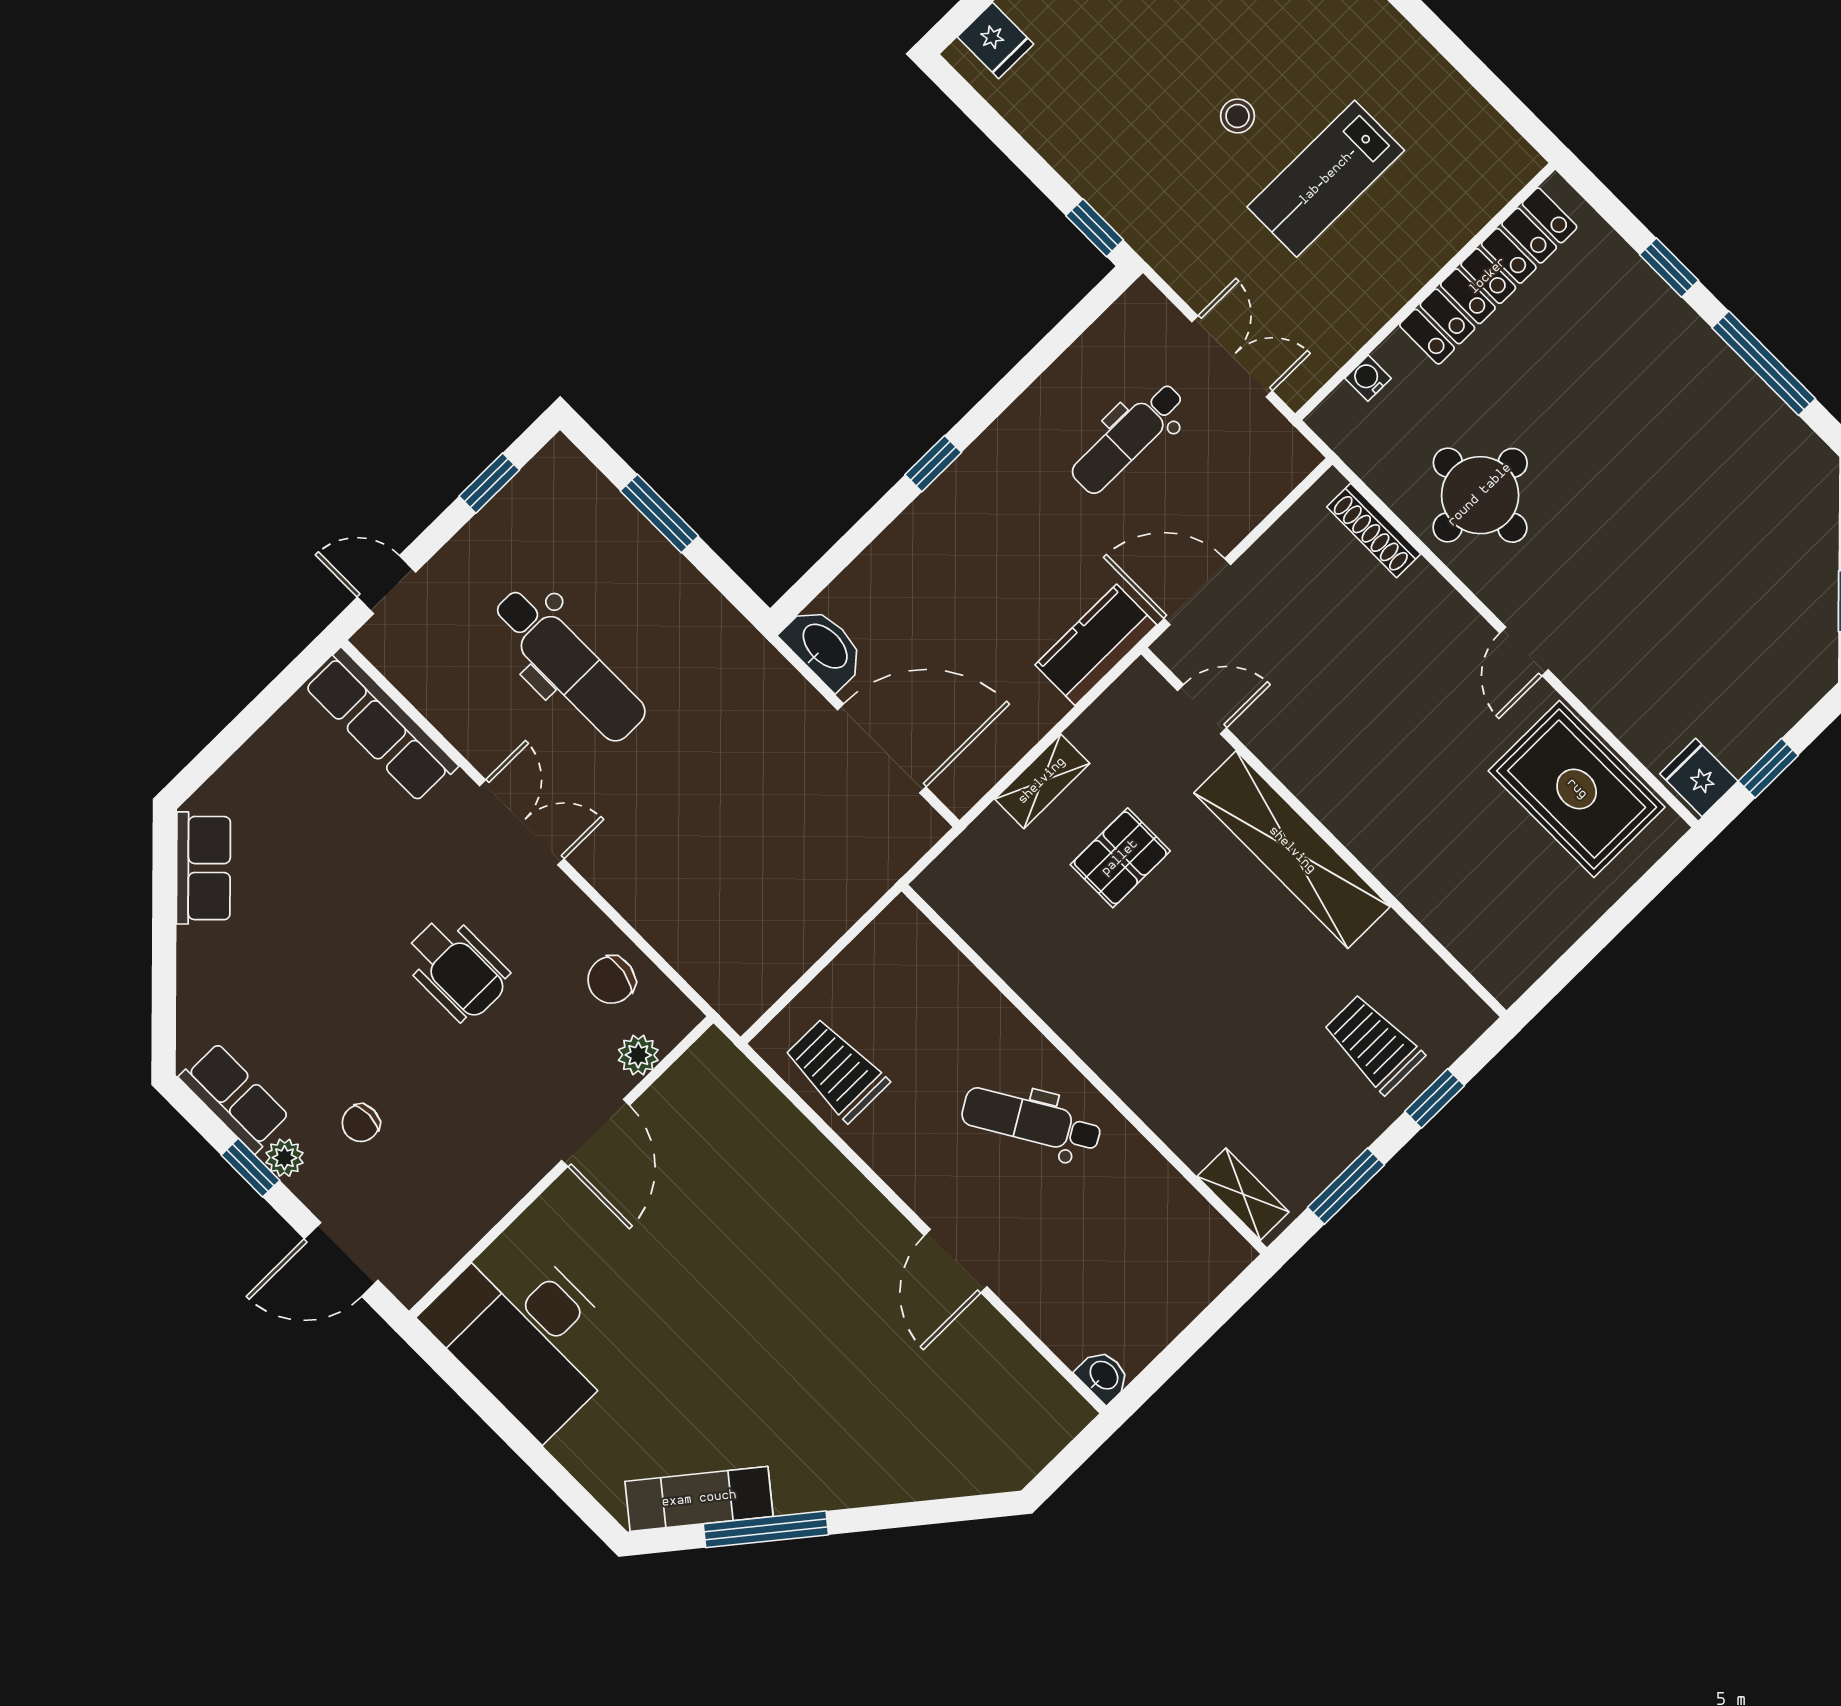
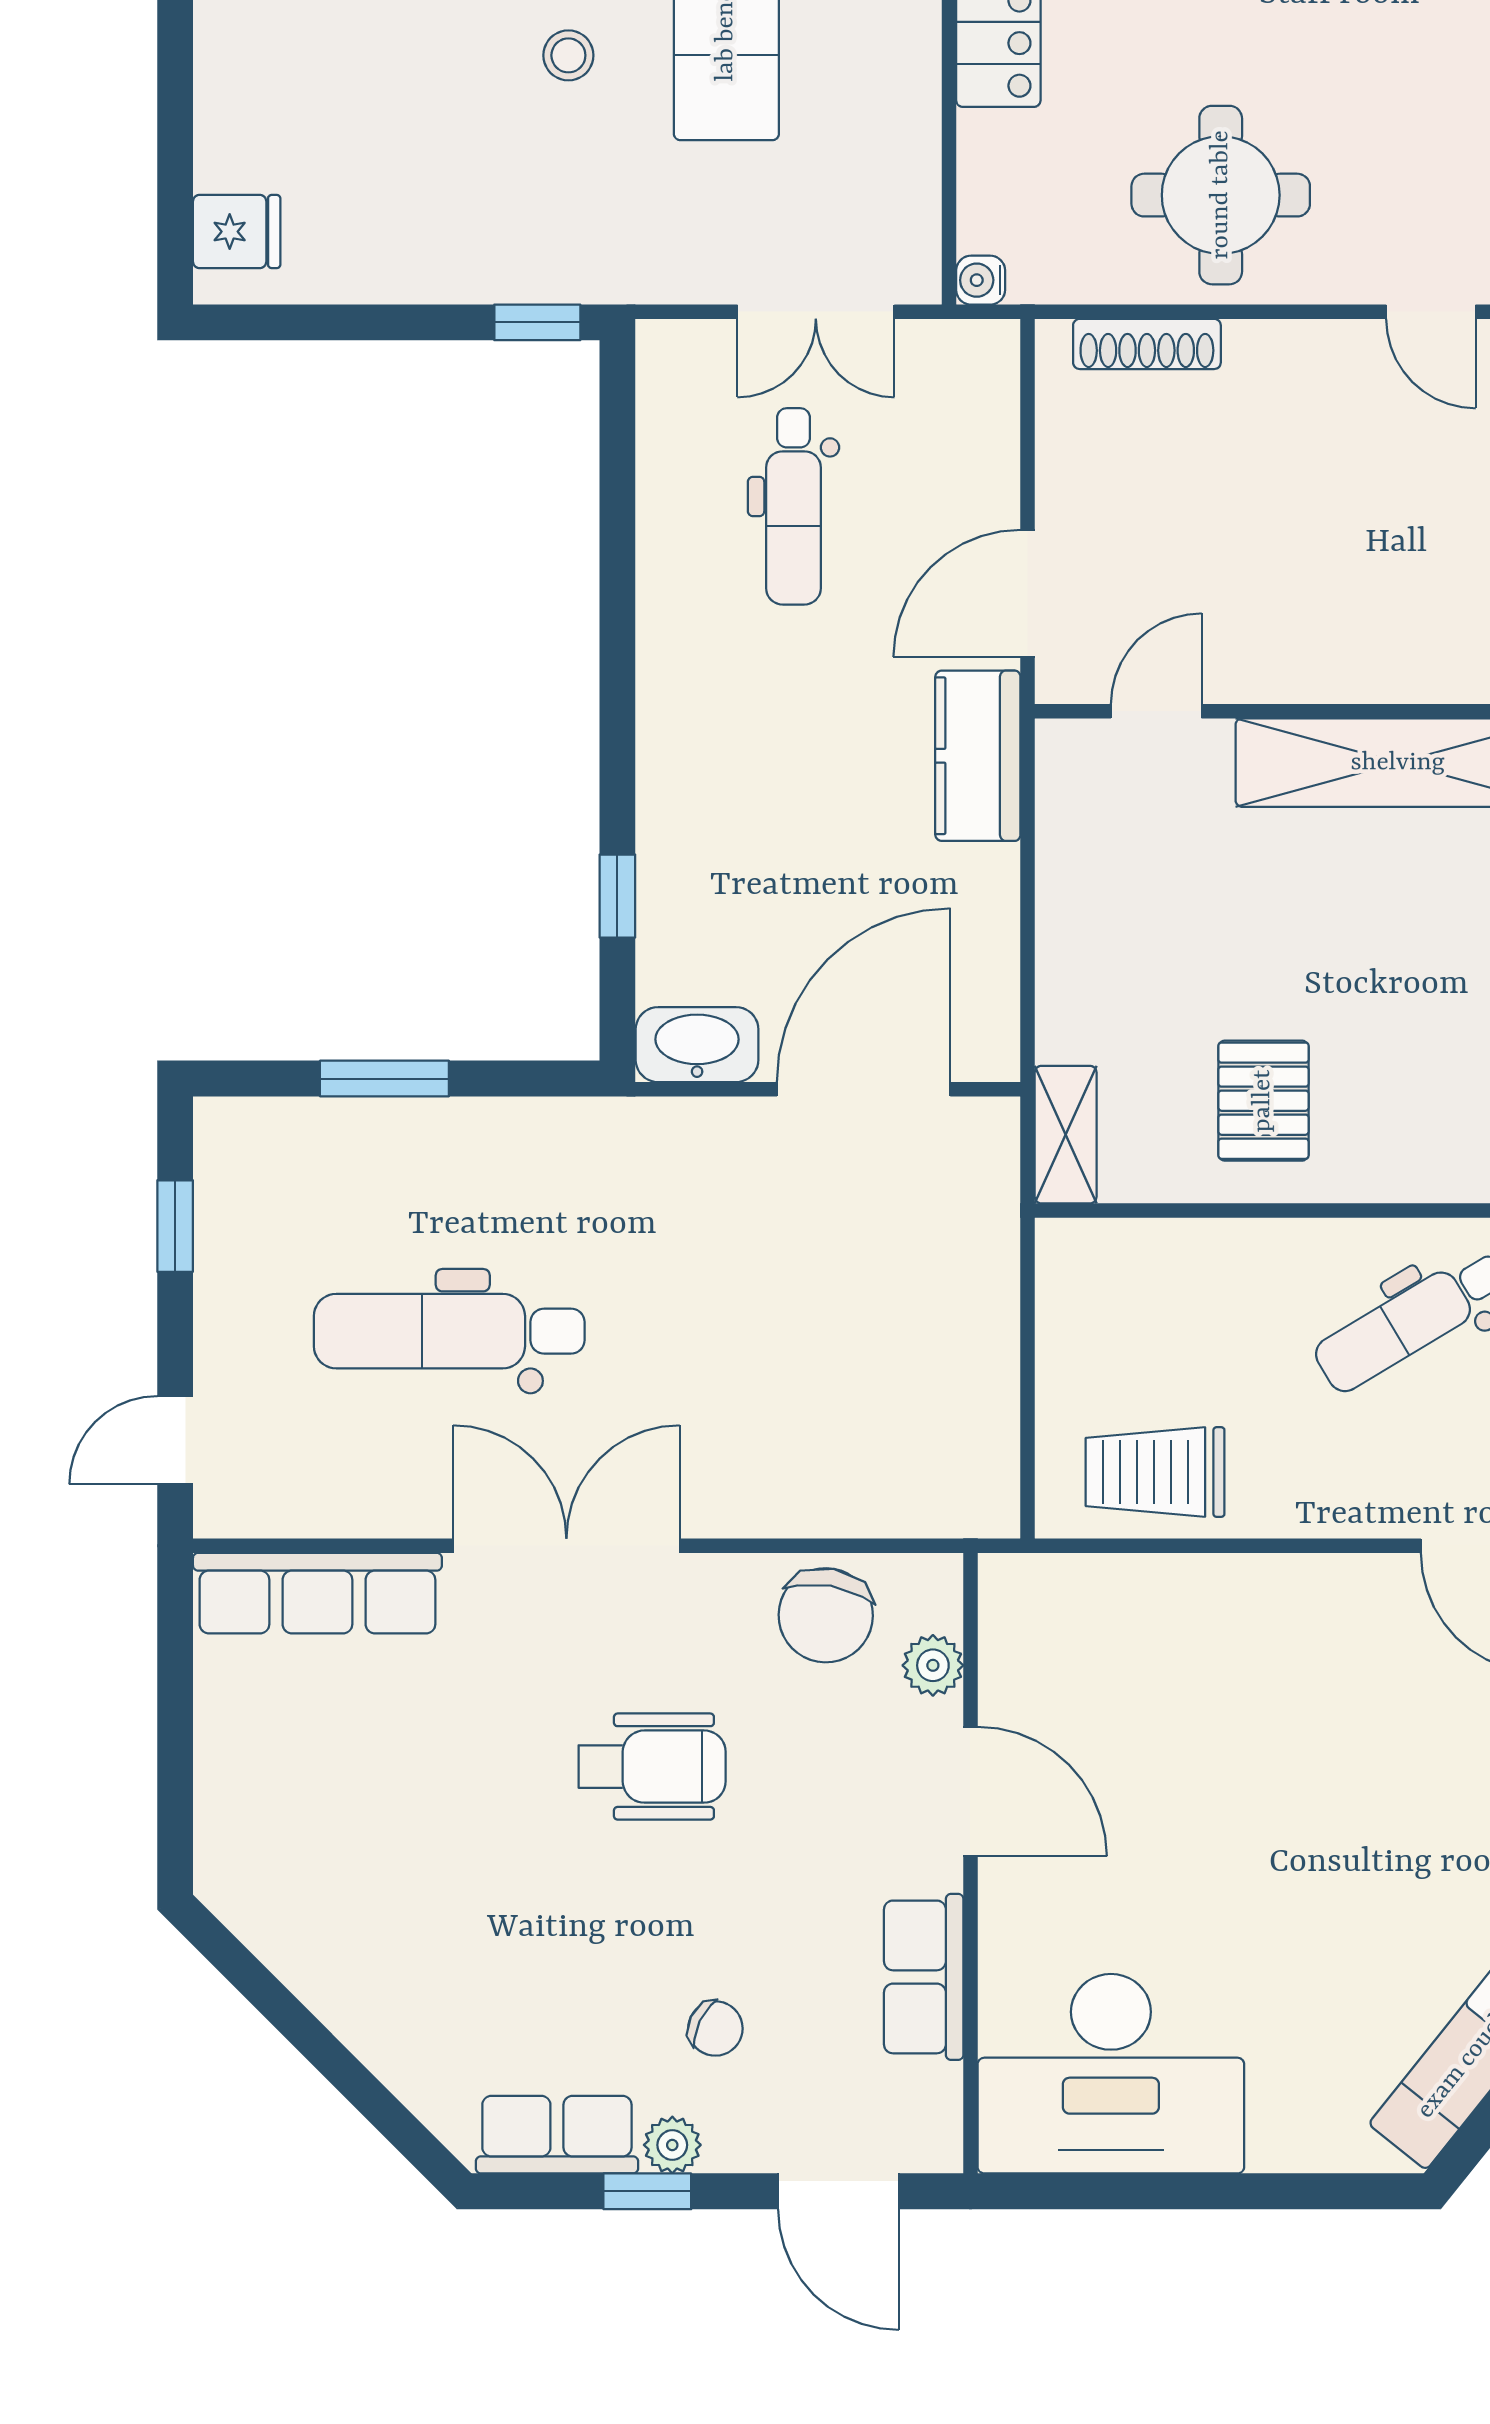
double door: (1232, 356) -> (816, 312), swing flipped
water cooler: (1368, 378) -> (981, 280), moved
window: (933, 464) -> (617, 896), moved
dental chair: (569, 664) -> (449, 1331), turned 180
shelving: (1042, 781) -> (1066, 1135), moved
double door: (522, 822) -> (566, 1546), width x1.37
pallet: (1120, 858) -> (1263, 1101), moved
row of seats: (203, 868) -> (924, 1977), moved, turned -135
chair: (611, 980) -> (826, 1615), width x1.37, depth x1.37
chair: (361, 1123) -> (715, 2028), turned -65
door: (341, 1259) -> (839, 2191), hinge flipped

